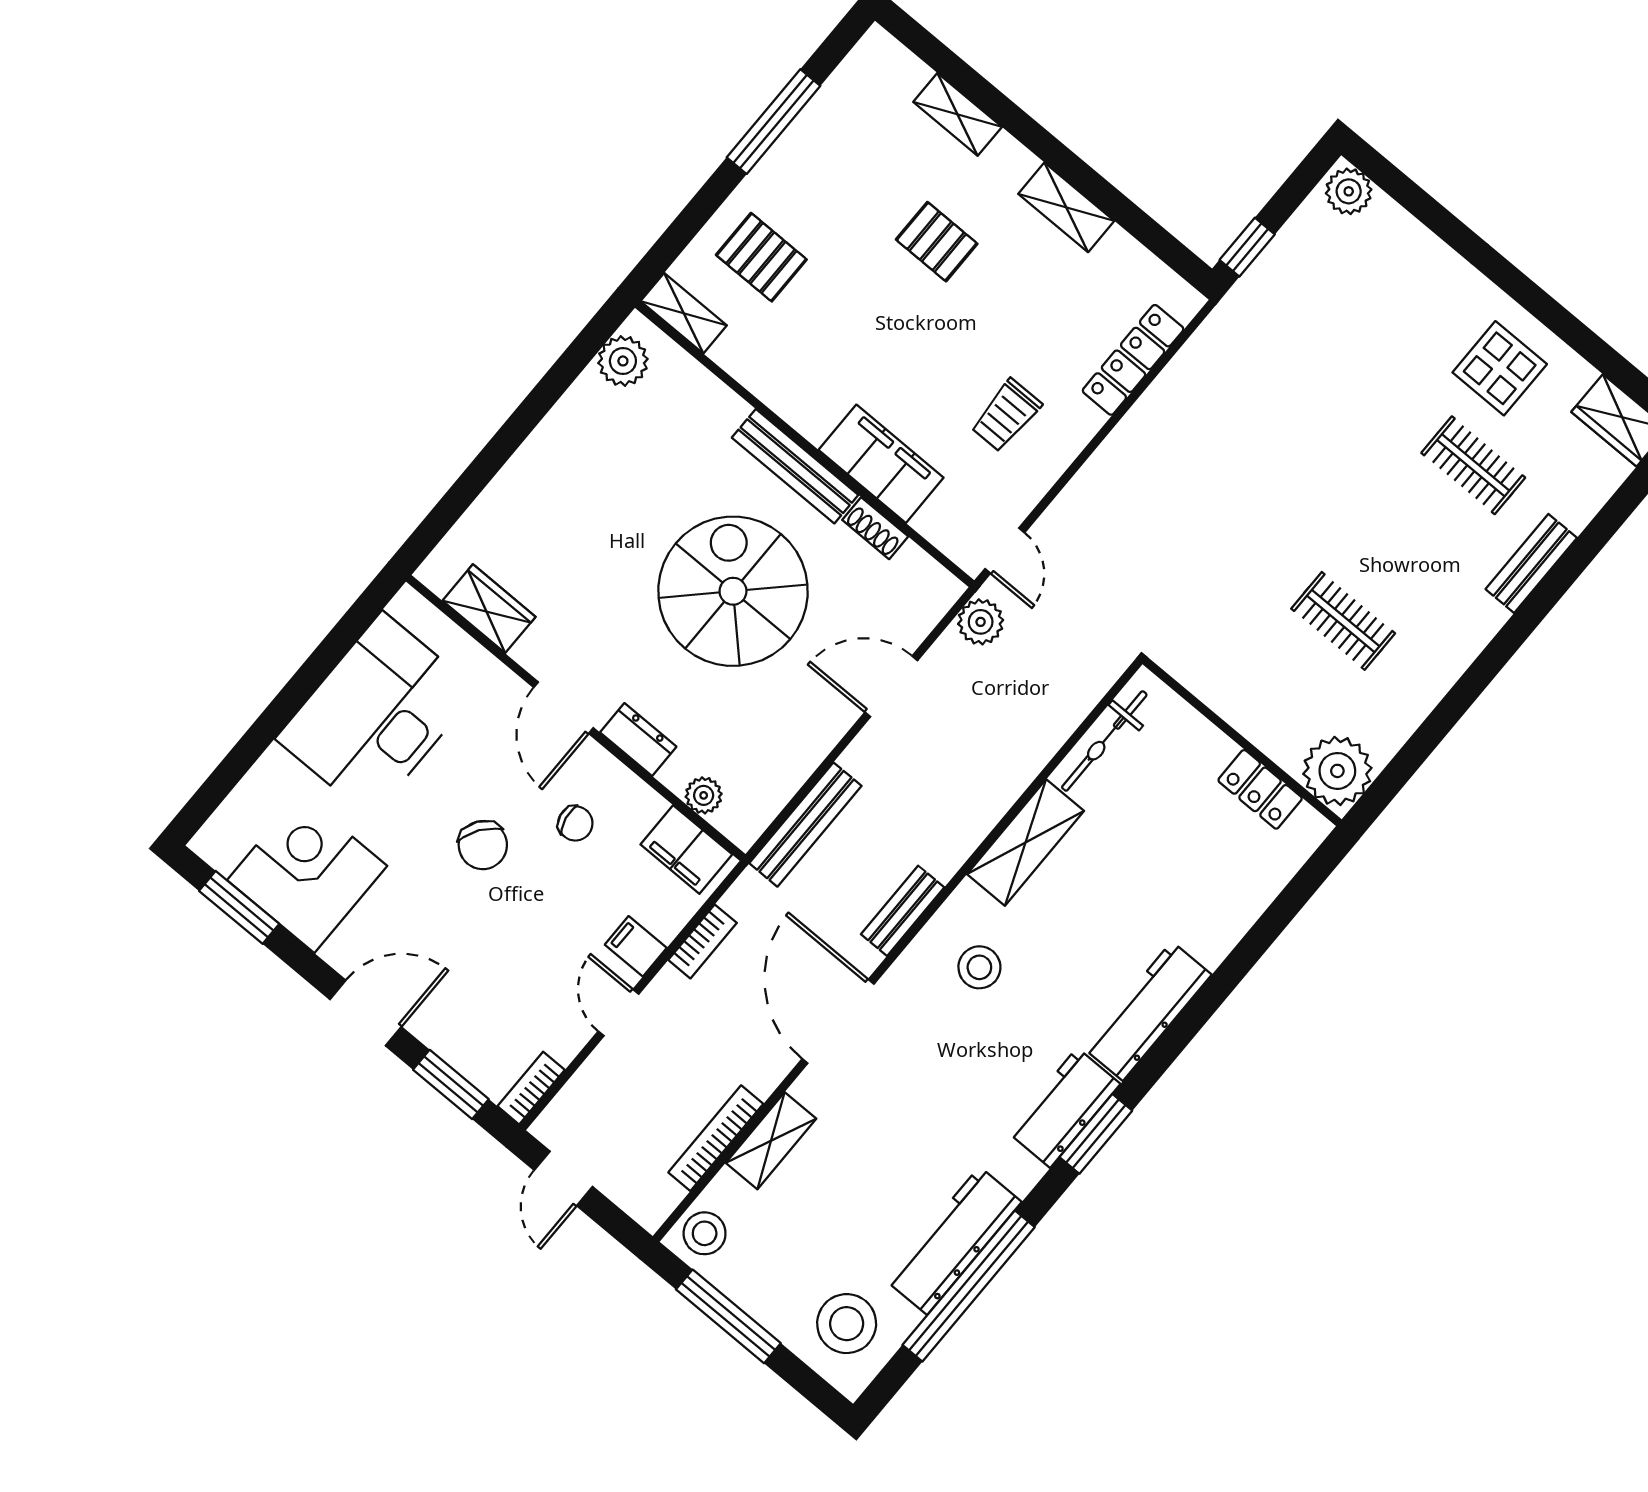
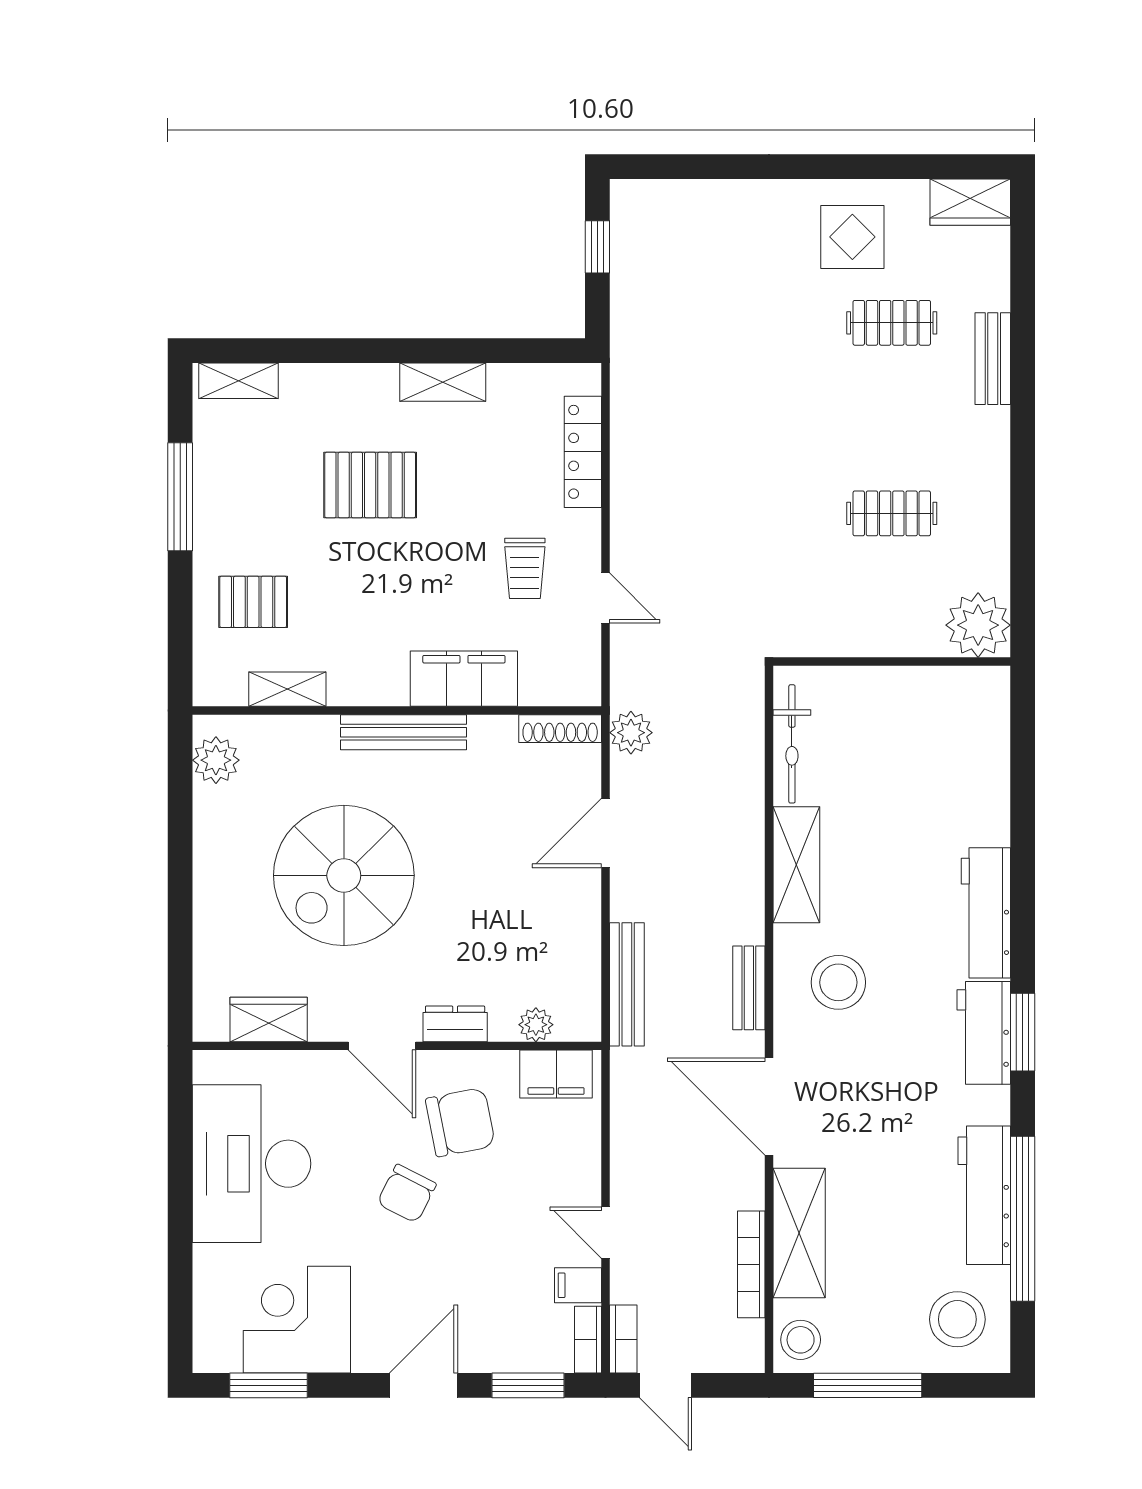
shelving: (958, 114) -> (239, 381), moved
plant: (1349, 191) -> (637, 200), removed
pallet: (937, 242) -> (370, 485), width x1.50, depth x1.42
window: (1247, 247) -> (597, 247), moved
shelving: (684, 313) -> (287, 689), moved
shoe rack: (875, 528) -> (560, 729), moved, width x1.43
door: (1005, 551) -> (605, 598), moved
spiral stairs: (733, 591) -> (344, 875), moved, turned -90
locker: (1260, 789) -> (933, 685), removed
chair: (575, 823) -> (460, 1122), width x1.87, depth x1.87
chair: (483, 845) -> (407, 1194), turned 82
bookcase: (703, 941) -> (623, 1339), moved
filing cabinet: (636, 946) -> (578, 1285), moved
stool: (979, 967) -> (838, 982), width x1.38, depth x1.38
shelving: (771, 1141) -> (799, 1233), width x1.50, depth x1.33

